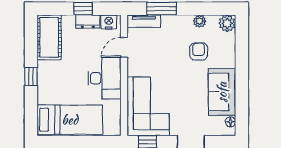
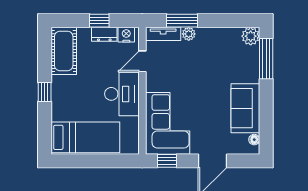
plant: (200, 21) -> (189, 34), moved
window: (242, 45) -> (266, 59), added
armchair: (199, 52) -> (221, 66), removed

